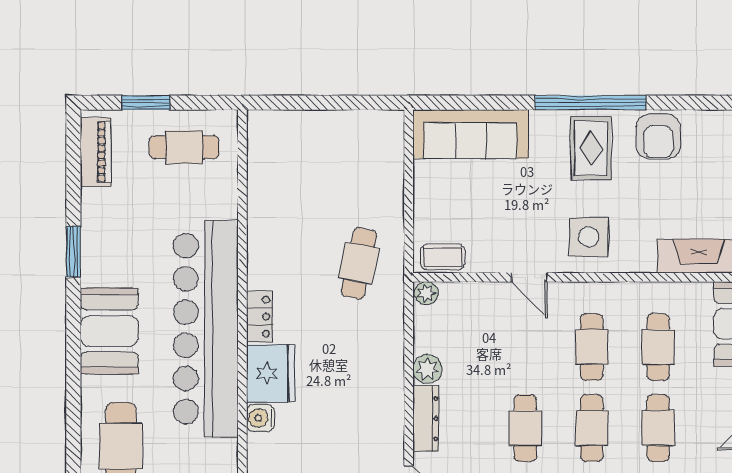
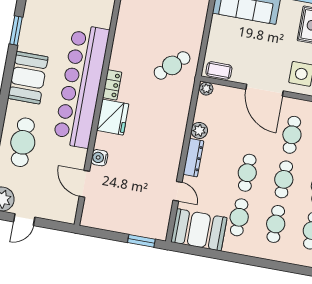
cafe table: (359, 263) -> (172, 65), turned 35
door: (529, 277) -> (265, 90), width x1.88
water cooler: (260, 418) -> (99, 158), moved

